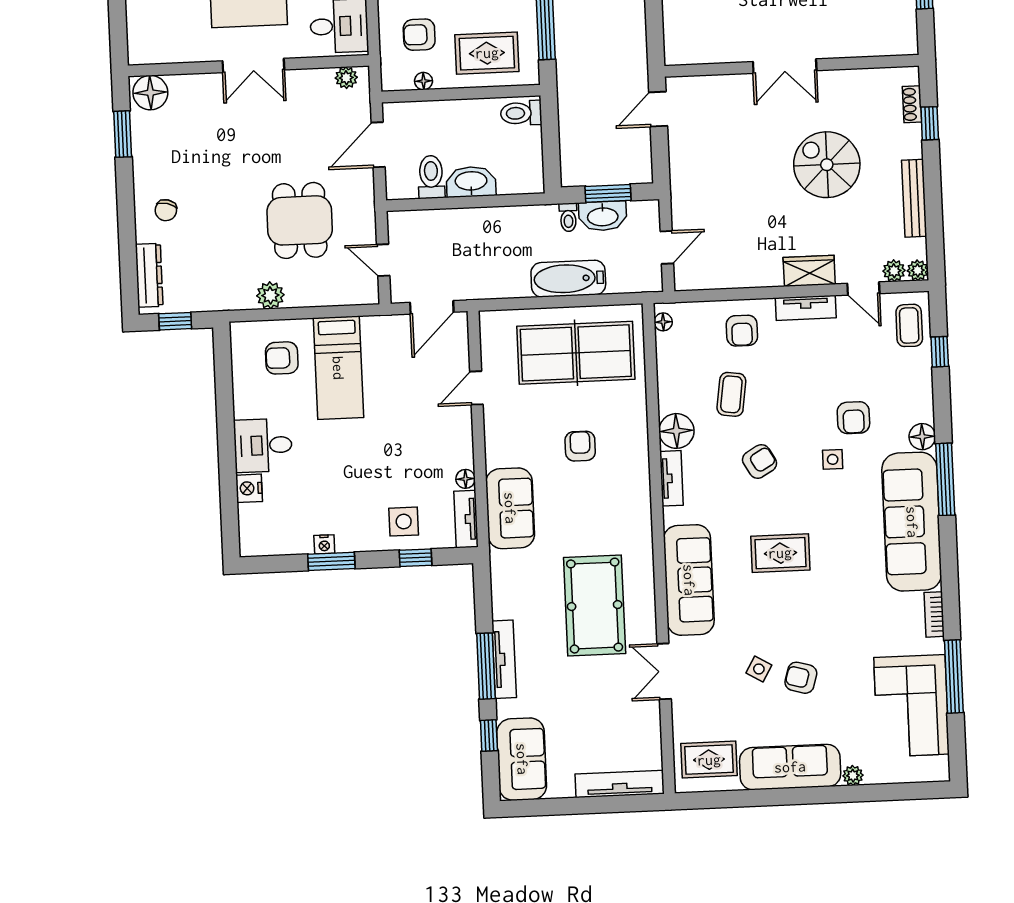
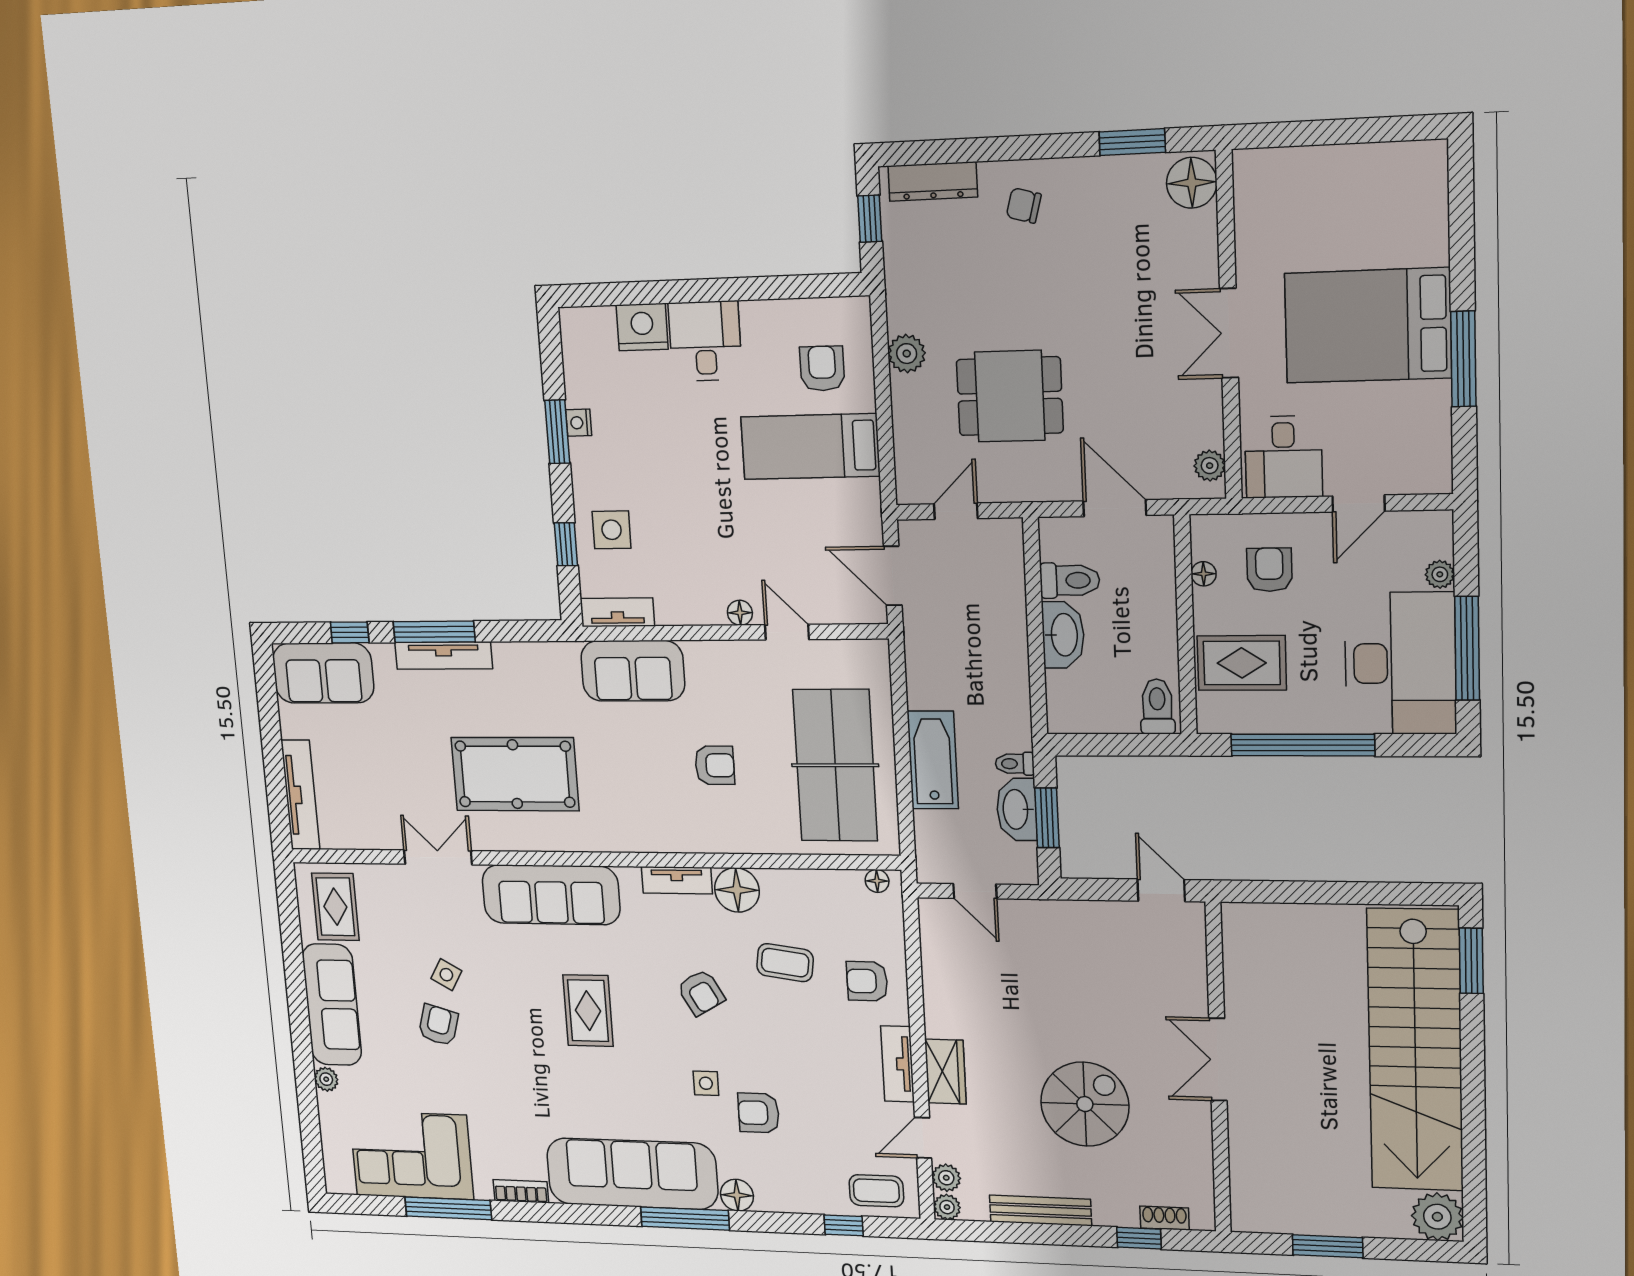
rug: (487, 53) -> (1242, 663), turned 90
floor lamp: (466, 479) -> (740, 613), moved
nightstand: (249, 488) -> (642, 327), width x1.36, depth x1.33

